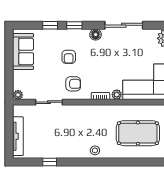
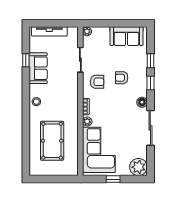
armchair: (73, 84) -> (97, 82), turned -90
sofa: (58, 148) -> (38, 68), added

